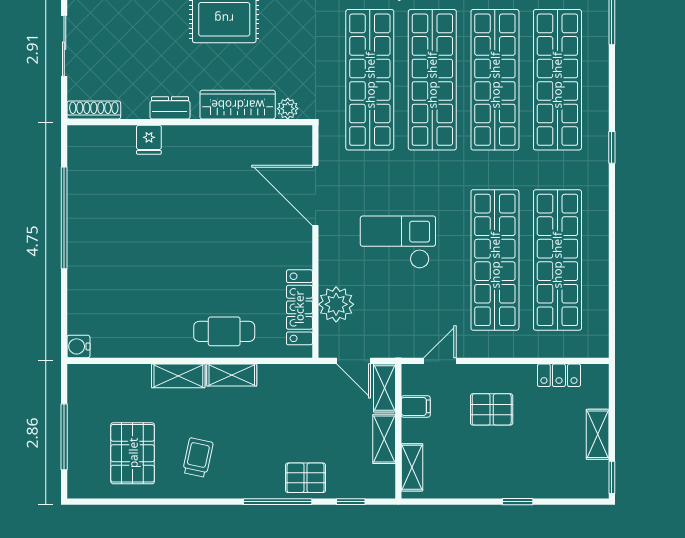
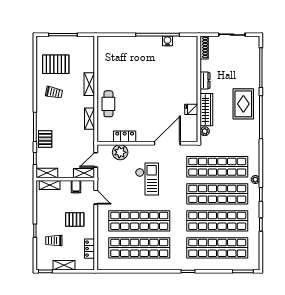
fridge: (149, 140) -> (191, 109), moved
locker: (299, 307) -> (125, 136), width x0.66
water cooler: (78, 346) -> (167, 41), moved
shelving: (232, 375) -> (90, 119), moved
pallet: (492, 409) -> (75, 219), turned 90
shelving: (384, 439) -> (47, 173), moved
trolley: (540, 458) -> (54, 241), added

